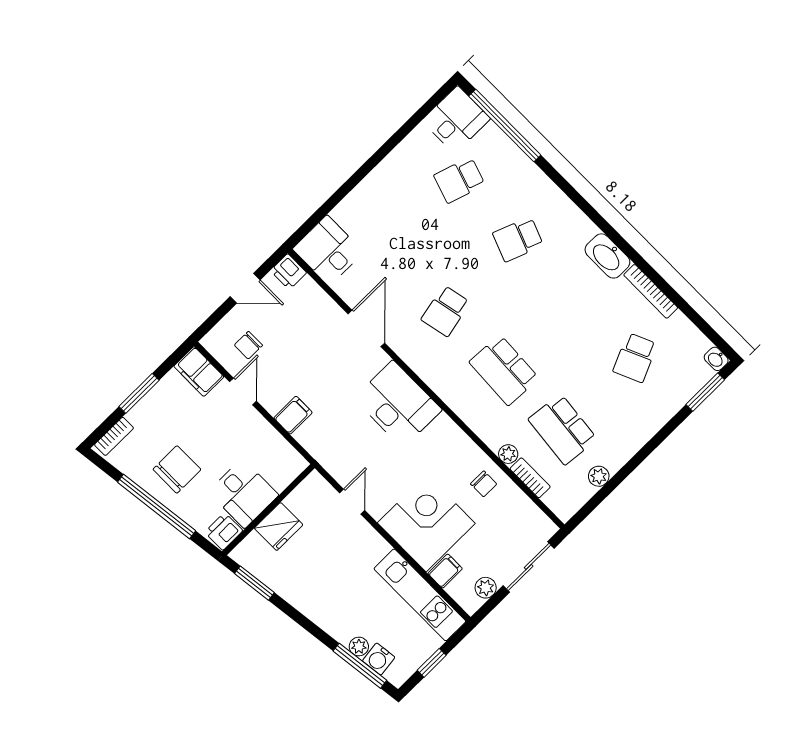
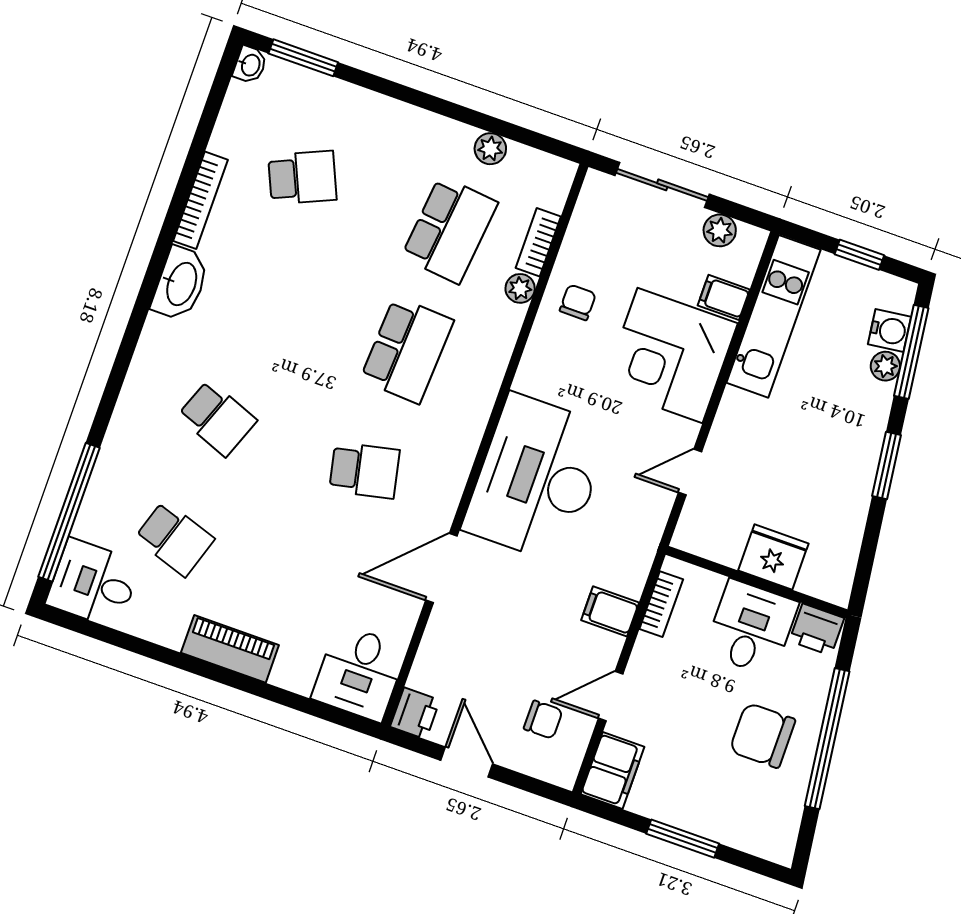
piano: (379, 181) -> (230, 649), added
desk: (398, 404) -> (537, 478), width x1.36, depth x1.30
bookcase: (114, 436) -> (661, 604), moved, turned 90
window: (254, 583) -> (886, 466), moved

